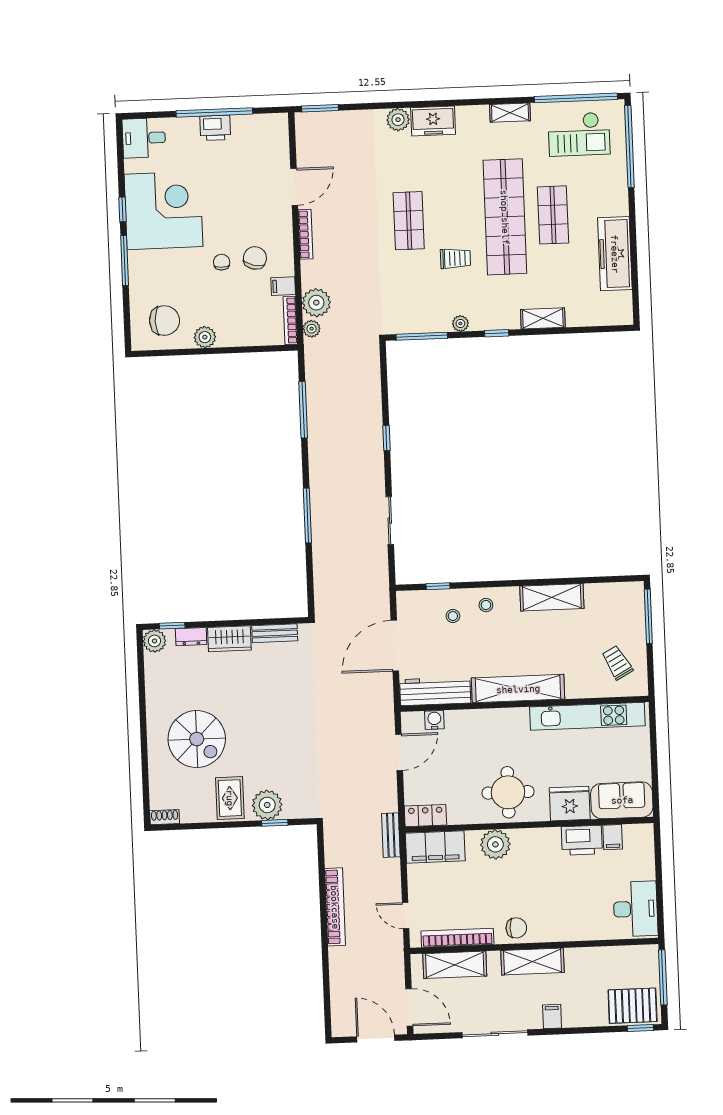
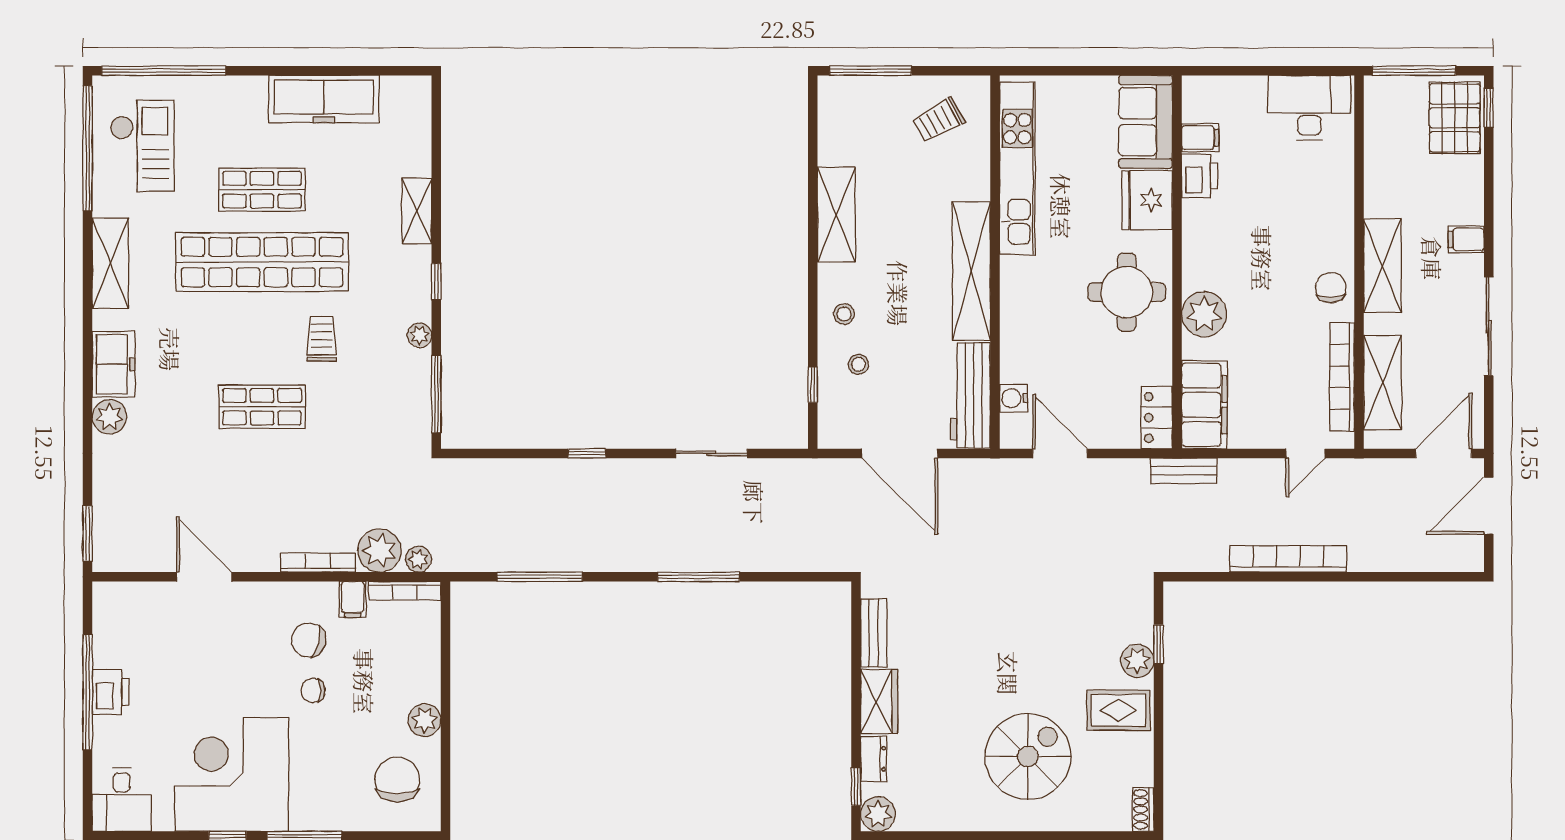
shelving: (510, 113) -> (110, 263), width x1.50, depth x1.33
bookcase: (306, 234) -> (318, 563), moved
plant: (267, 805) -> (1137, 661), width x0.73, depth x0.73
printer: (582, 840) -> (1200, 176), width x0.73, depth x0.84

